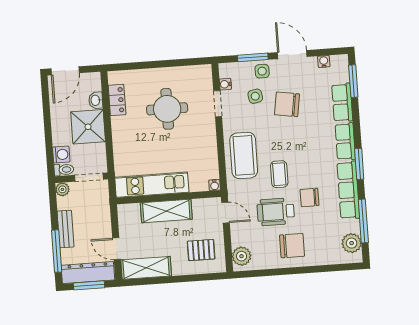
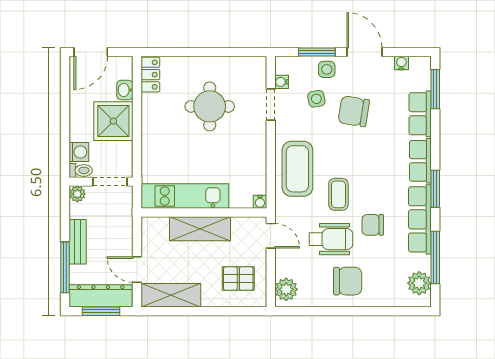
locker: (117, 100) -> (150, 75), moved
wheelchair: (276, 212) -> (331, 239), turned 180

